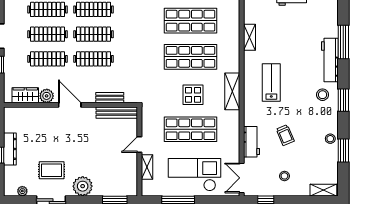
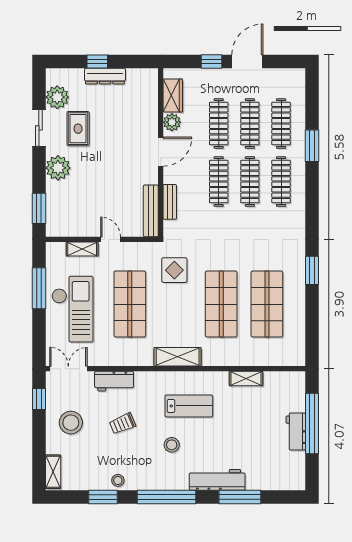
display table: (193, 95) -> (174, 270), moved
stool: (323, 95) -> (172, 445), moved
window: (343, 100) -> (167, 497), width x2.11
stool: (284, 176) -> (71, 423), width x1.89, depth x1.89
plant: (22, 191) -> (57, 97), width x1.88, depth x1.88

